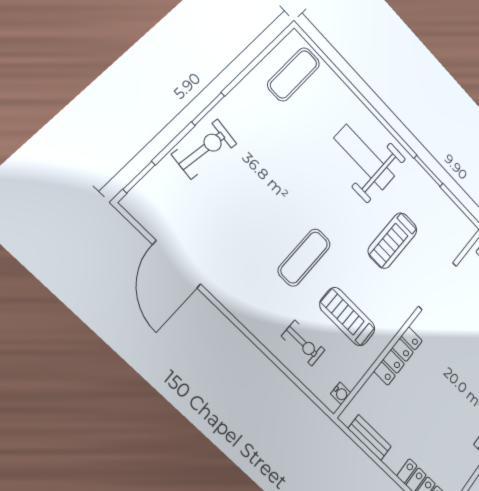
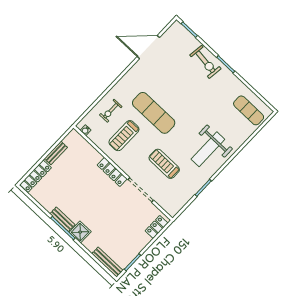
weight bench: (364, 157) -> (208, 149), turned 180
exercise mat: (304, 257) -> (154, 113), width x1.36, depth x1.45
treadmill: (347, 317) -> (124, 136), turned 180
locker: (398, 356) -> (112, 172), moved
bench: (370, 438) -> (56, 153), moved

